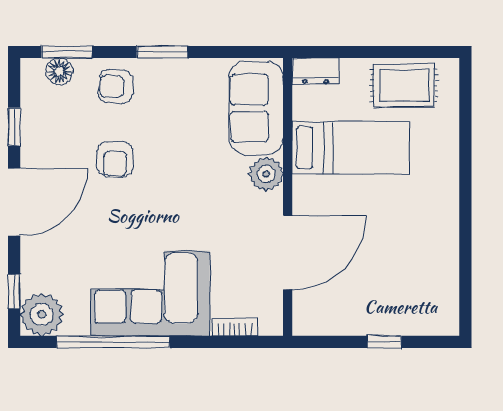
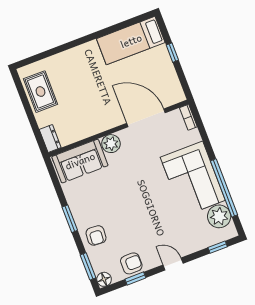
floor lamp: (59, 71) -> (104, 279), moved
bed: (351, 148) -> (131, 41), moved, turned -90
armchair: (115, 159) -> (131, 263), moved
door: (14, 202) -> (173, 264), width x0.53
plant: (42, 314) -> (219, 216), moved
bookcase: (235, 327) -> (188, 117), moved

